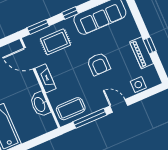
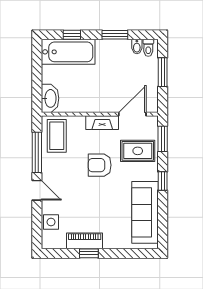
rug: (55, 42) -> (138, 151), turned 90
armchair: (99, 64) -> (100, 165), moved
washbasin: (40, 104) -> (50, 98), moved, turned 90
door: (119, 106) -> (37, 190), hinge flipped

